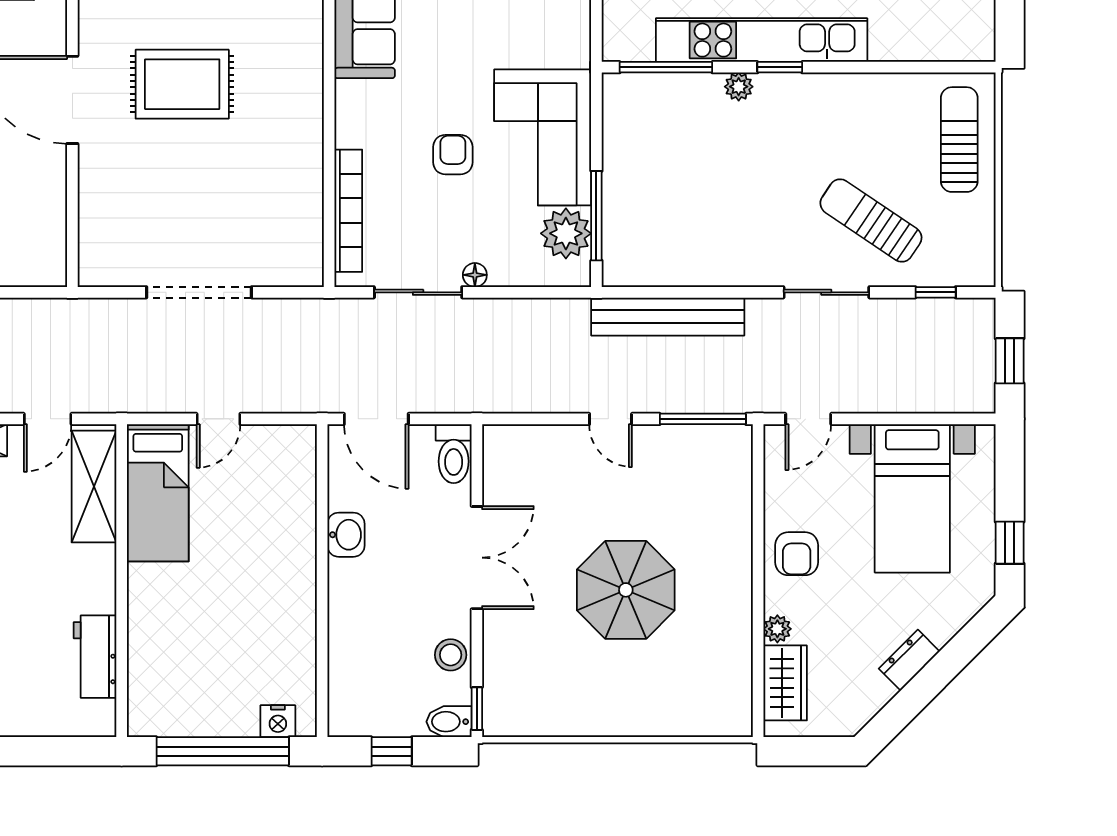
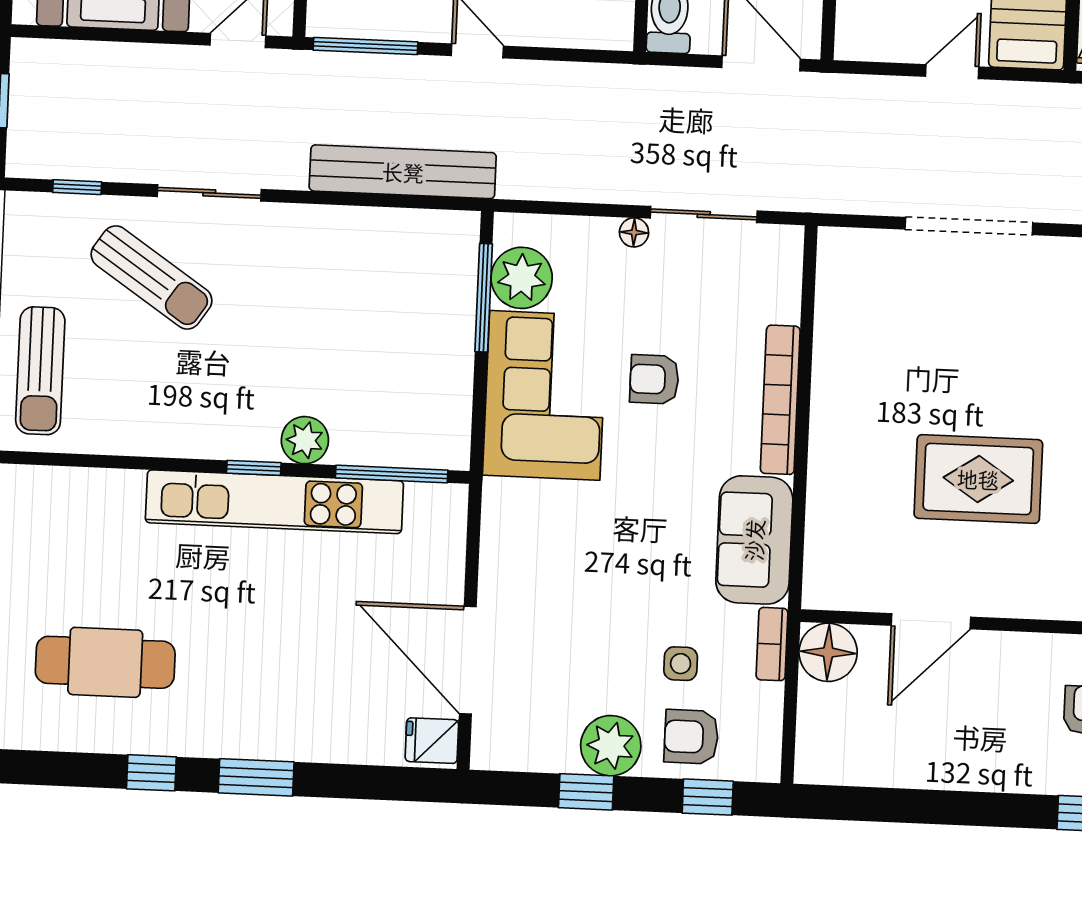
plant: (739, 87) -> (305, 440), width x1.38, depth x1.38
armchair: (453, 155) -> (654, 379), turned 90
bookcase: (348, 211) -> (780, 400), moved

